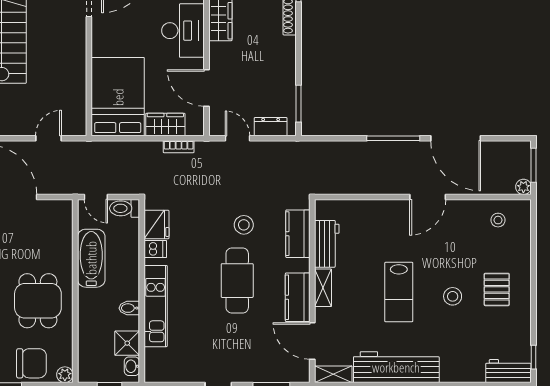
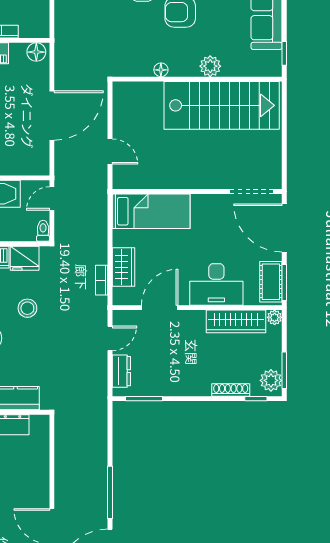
bed: (118, 97) -> (151, 211), width x0.67
toilet: (125, 208) -> (43, 231), width x0.73, depth x0.72
stool: (244, 225) -> (27, 308), moved

